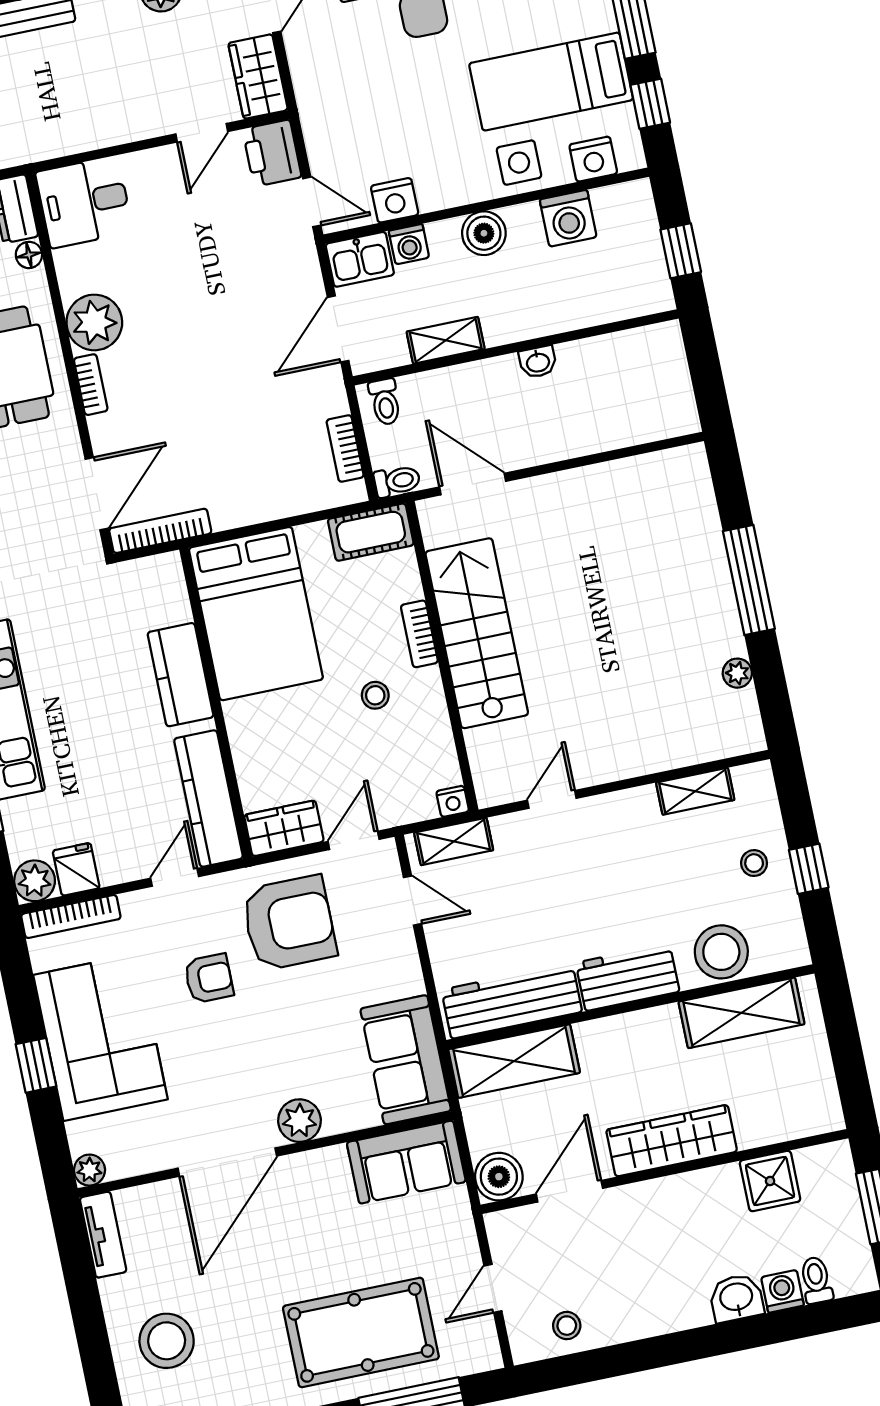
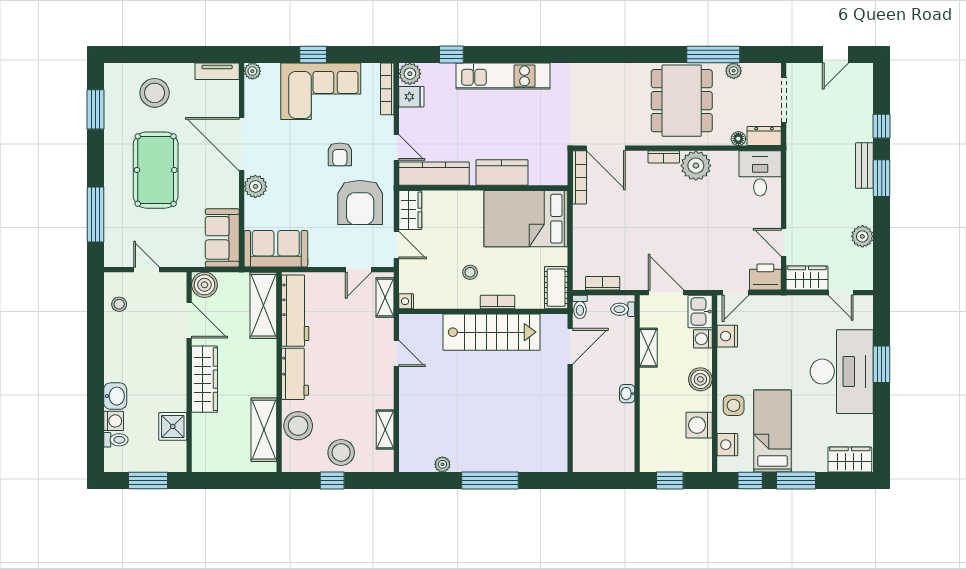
stool: (754, 863) -> (341, 452), width x1.89, depth x1.89
pool table: (361, 1332) -> (156, 170), moved

